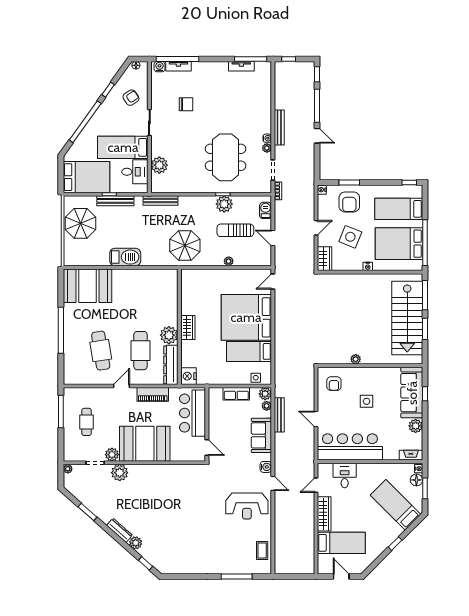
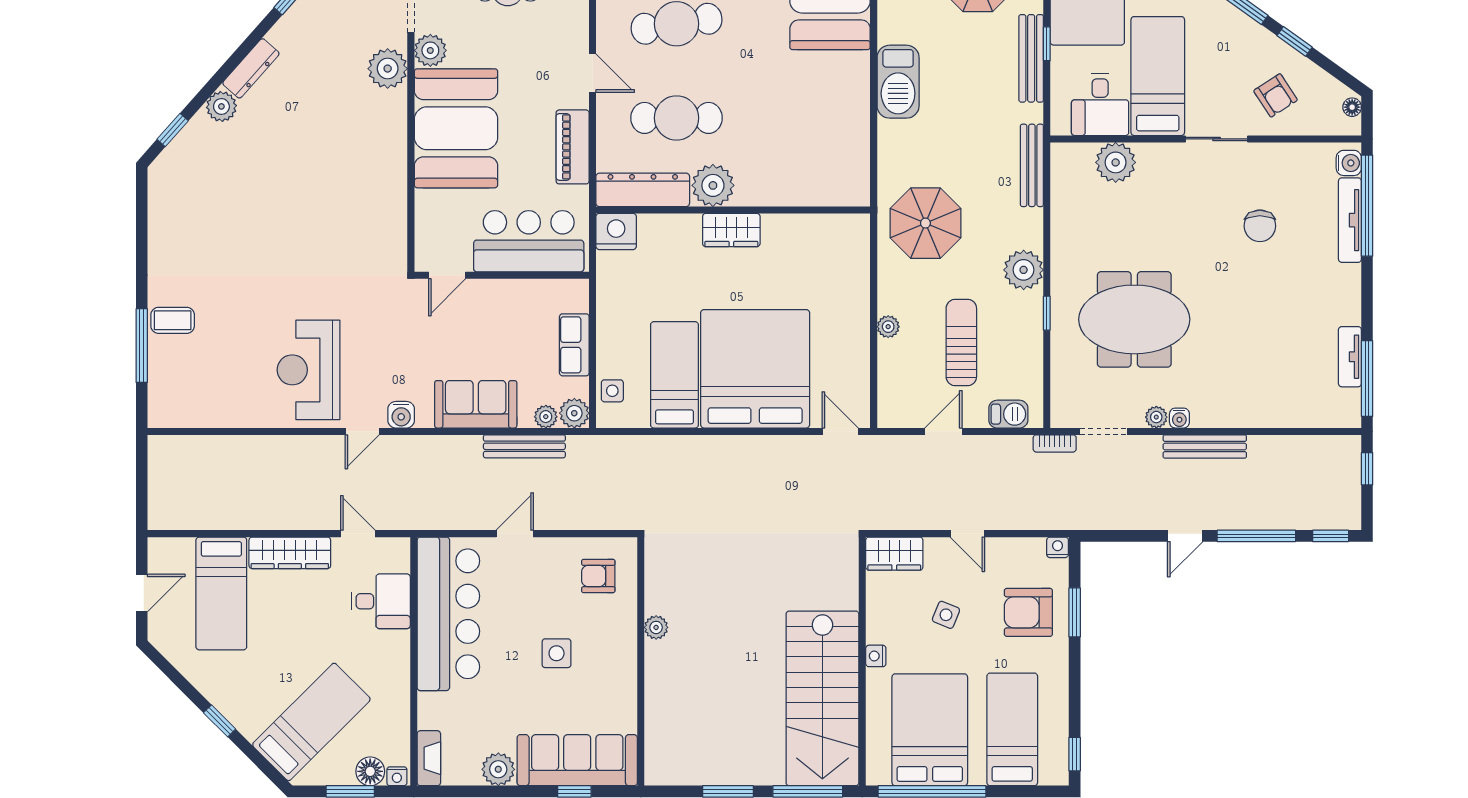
tv unit: (178, 66) -> (1350, 220), width x1.41
plant: (224, 204) -> (1024, 270), moved
side table: (350, 237) -> (946, 615), width x0.54, depth x0.54
stairs: (407, 318) -> (822, 698), moved, turned -90
coffee table: (262, 551) -> (173, 320), moved

